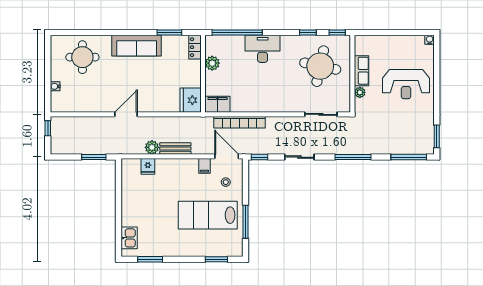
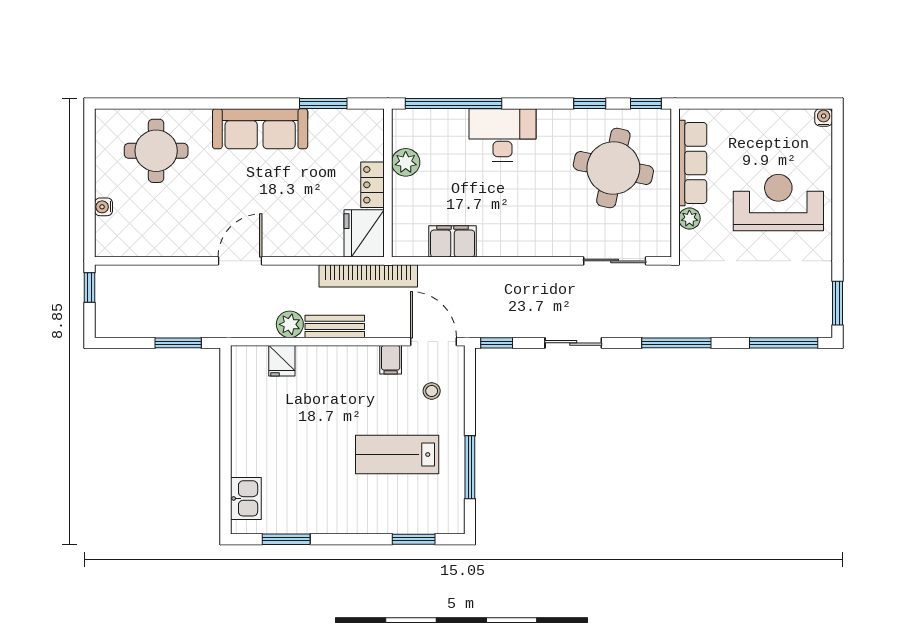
locker: (195, 47) -> (373, 185), moved
row of seats: (361, 71) -> (693, 163), width x1.48
reception desk: (406, 84) -> (778, 203), turned 180
filing cabinet: (218, 104) -> (453, 241), moved
bookcase: (240, 122) -> (368, 276), moved
lab bench: (208, 215) -> (397, 455), width x0.73, depth x0.72

